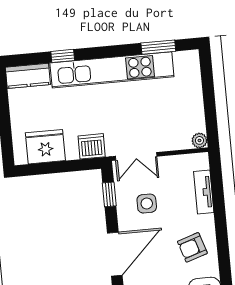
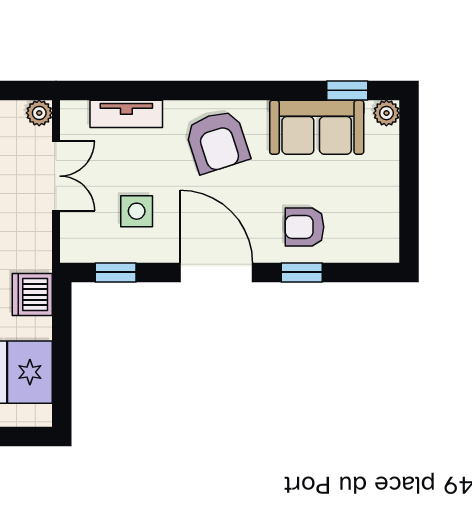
double door: (136, 156) -> (56, 176), moved
armchair: (192, 247) -> (217, 142), width x1.38, depth x1.38

